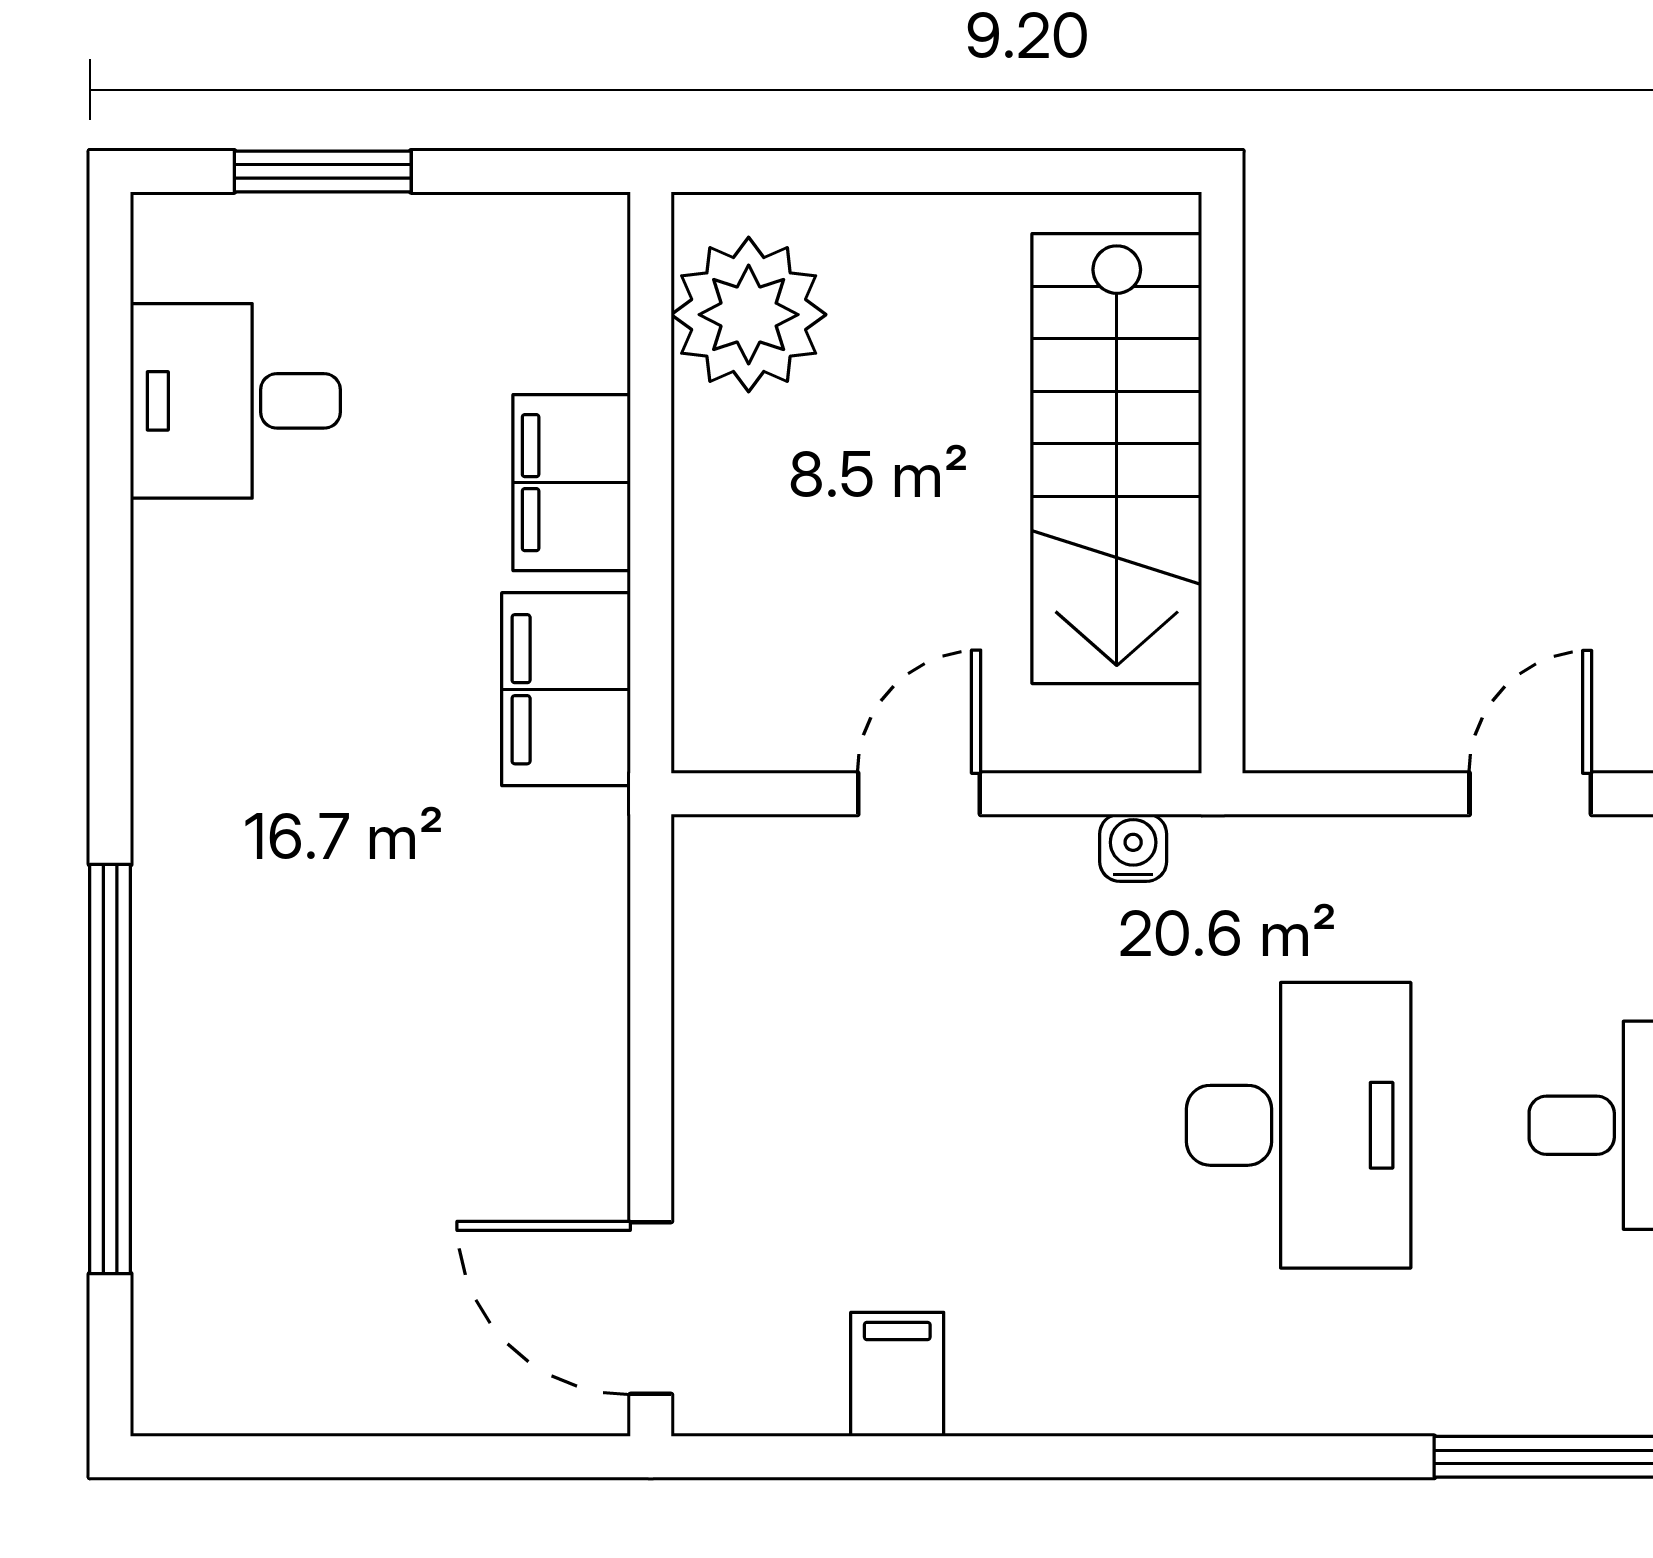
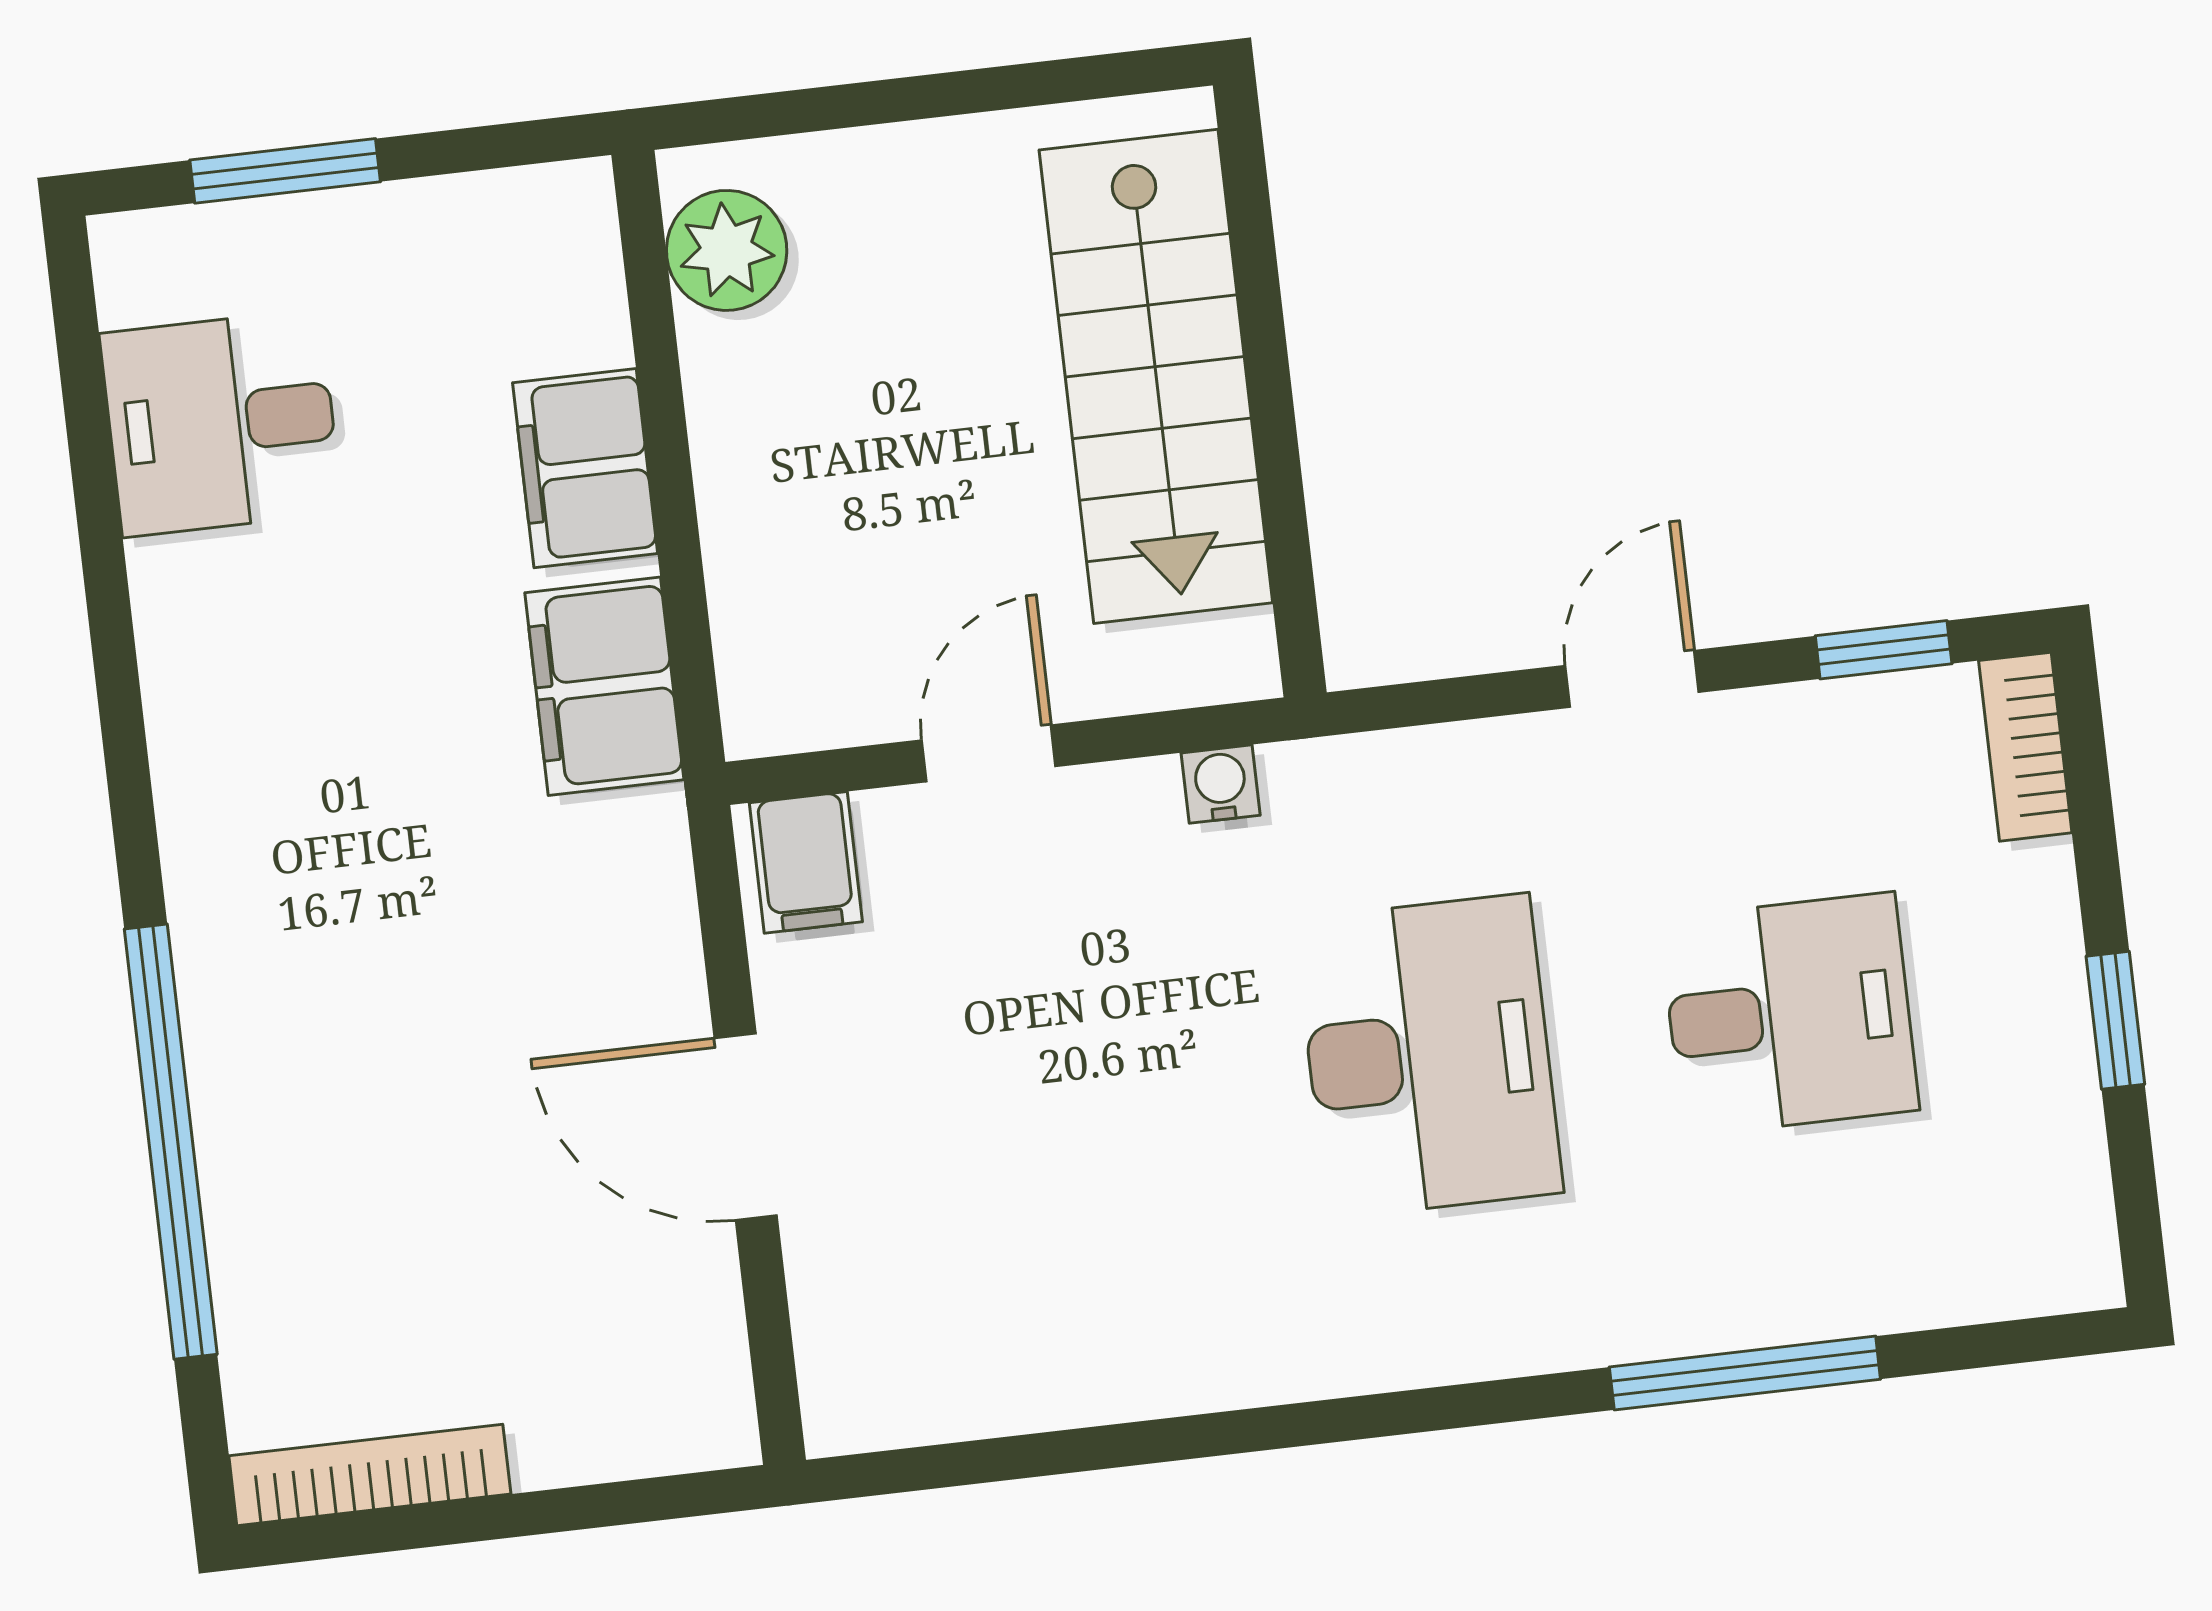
plant: (749, 315) -> (727, 250), width x0.73, depth x0.73
door: (651, 1308) -> (746, 1127), moved
filing cabinet: (897, 1374) -> (806, 862), moved, turned 180
bookcase: (261, 1403) -> (370, 1475), added

